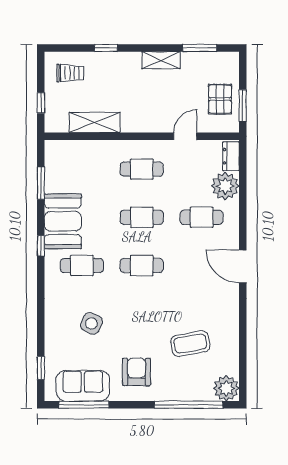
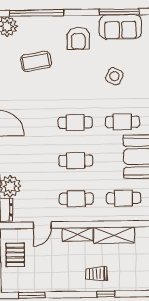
shelving: (161, 60) -> (78, 234), moved
trolley: (70, 73) -> (96, 274), moved
cafe table: (202, 217) -> (124, 198), moved

